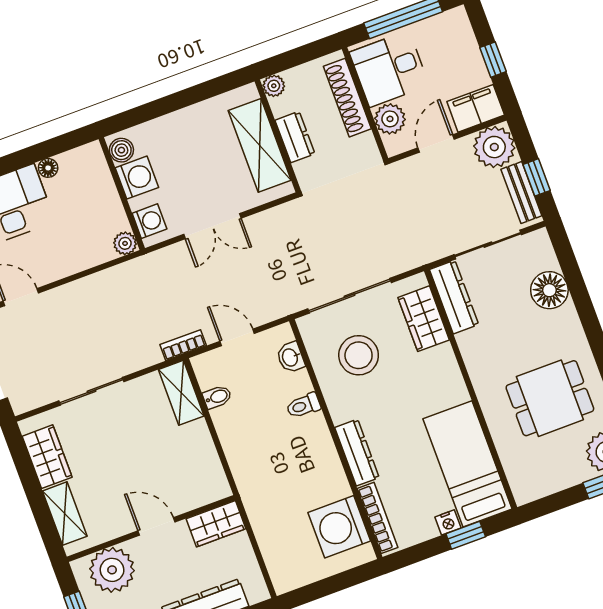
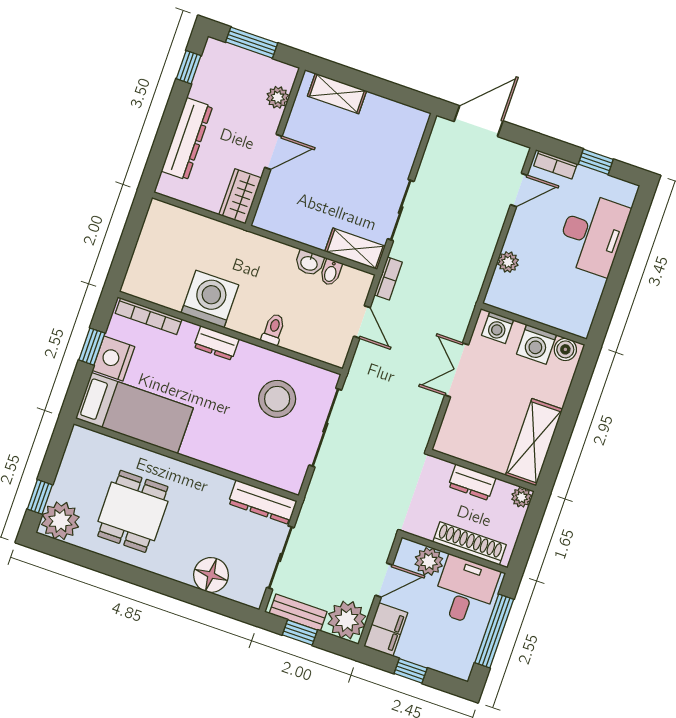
door: (436, 143) -> (384, 580), hinge flipped
shelving: (260, 145) -> (534, 442), moved, turned 90
floor lamp: (48, 168) -> (596, 286), removed
plant: (125, 243) -> (508, 262), moved
wardrobe: (424, 319) -> (265, 467), removed
door: (237, 337) -> (362, 322), hinge flipped
washbasin: (291, 357) -> (309, 263), moved, turned 180
sliding door: (91, 391) -> (401, 210), moved
dresser: (357, 453) -> (216, 343), width x0.70
wardrobe: (47, 457) -> (388, 114), removed
nightstand: (448, 522) -> (113, 359), width x1.89, depth x1.79
washing machine: (339, 527) -> (210, 299), moved
window: (466, 535) -> (92, 347), moved
plant: (112, 570) -> (278, 97), width x0.53, depth x0.53

